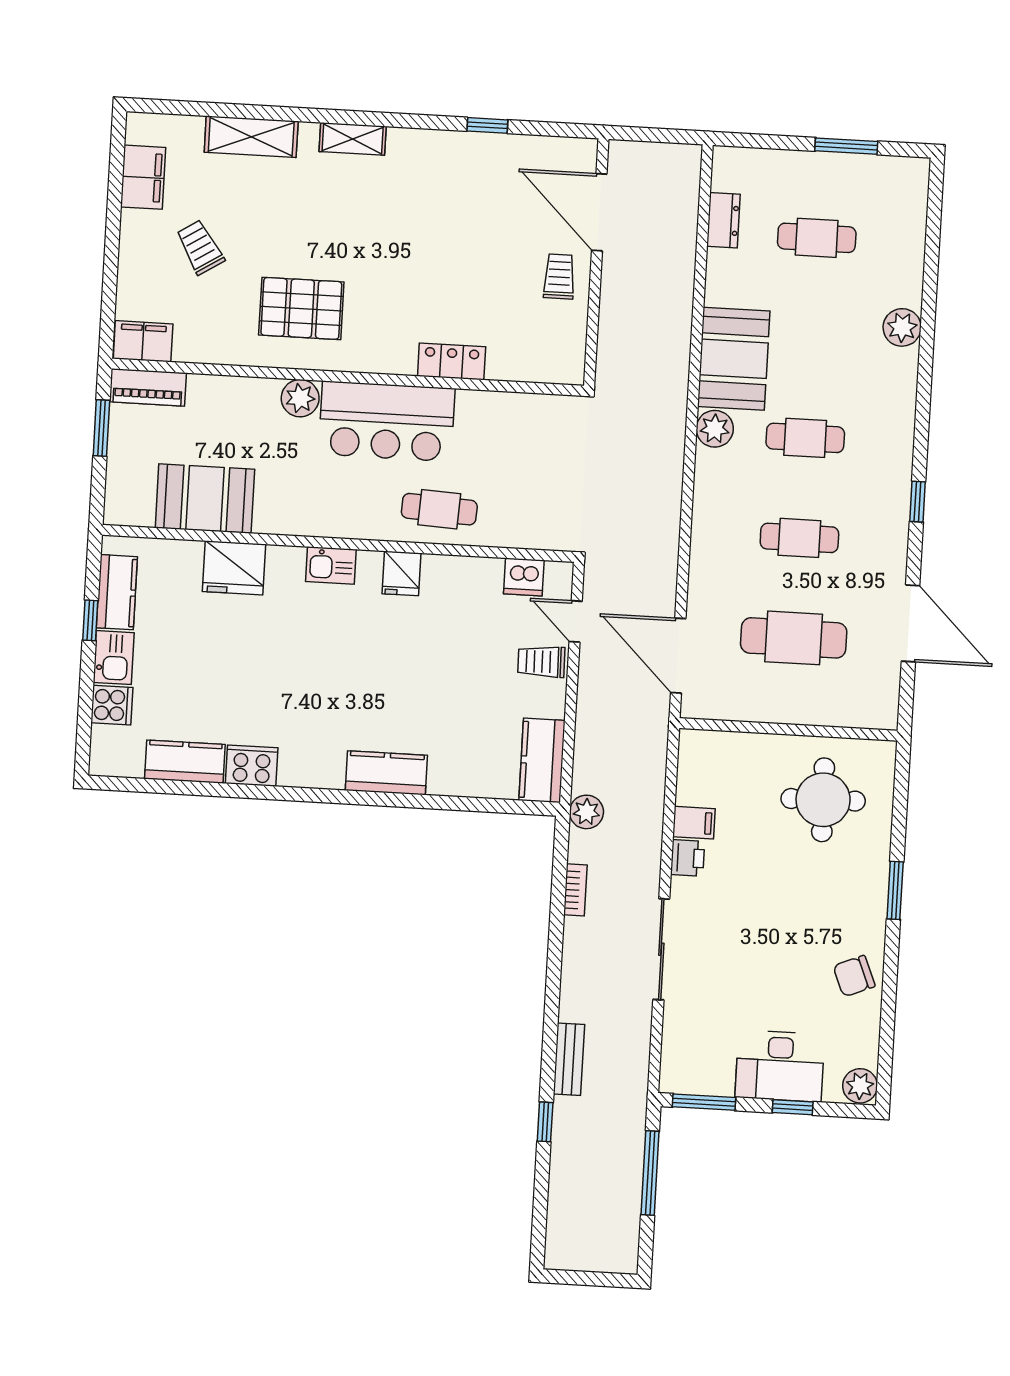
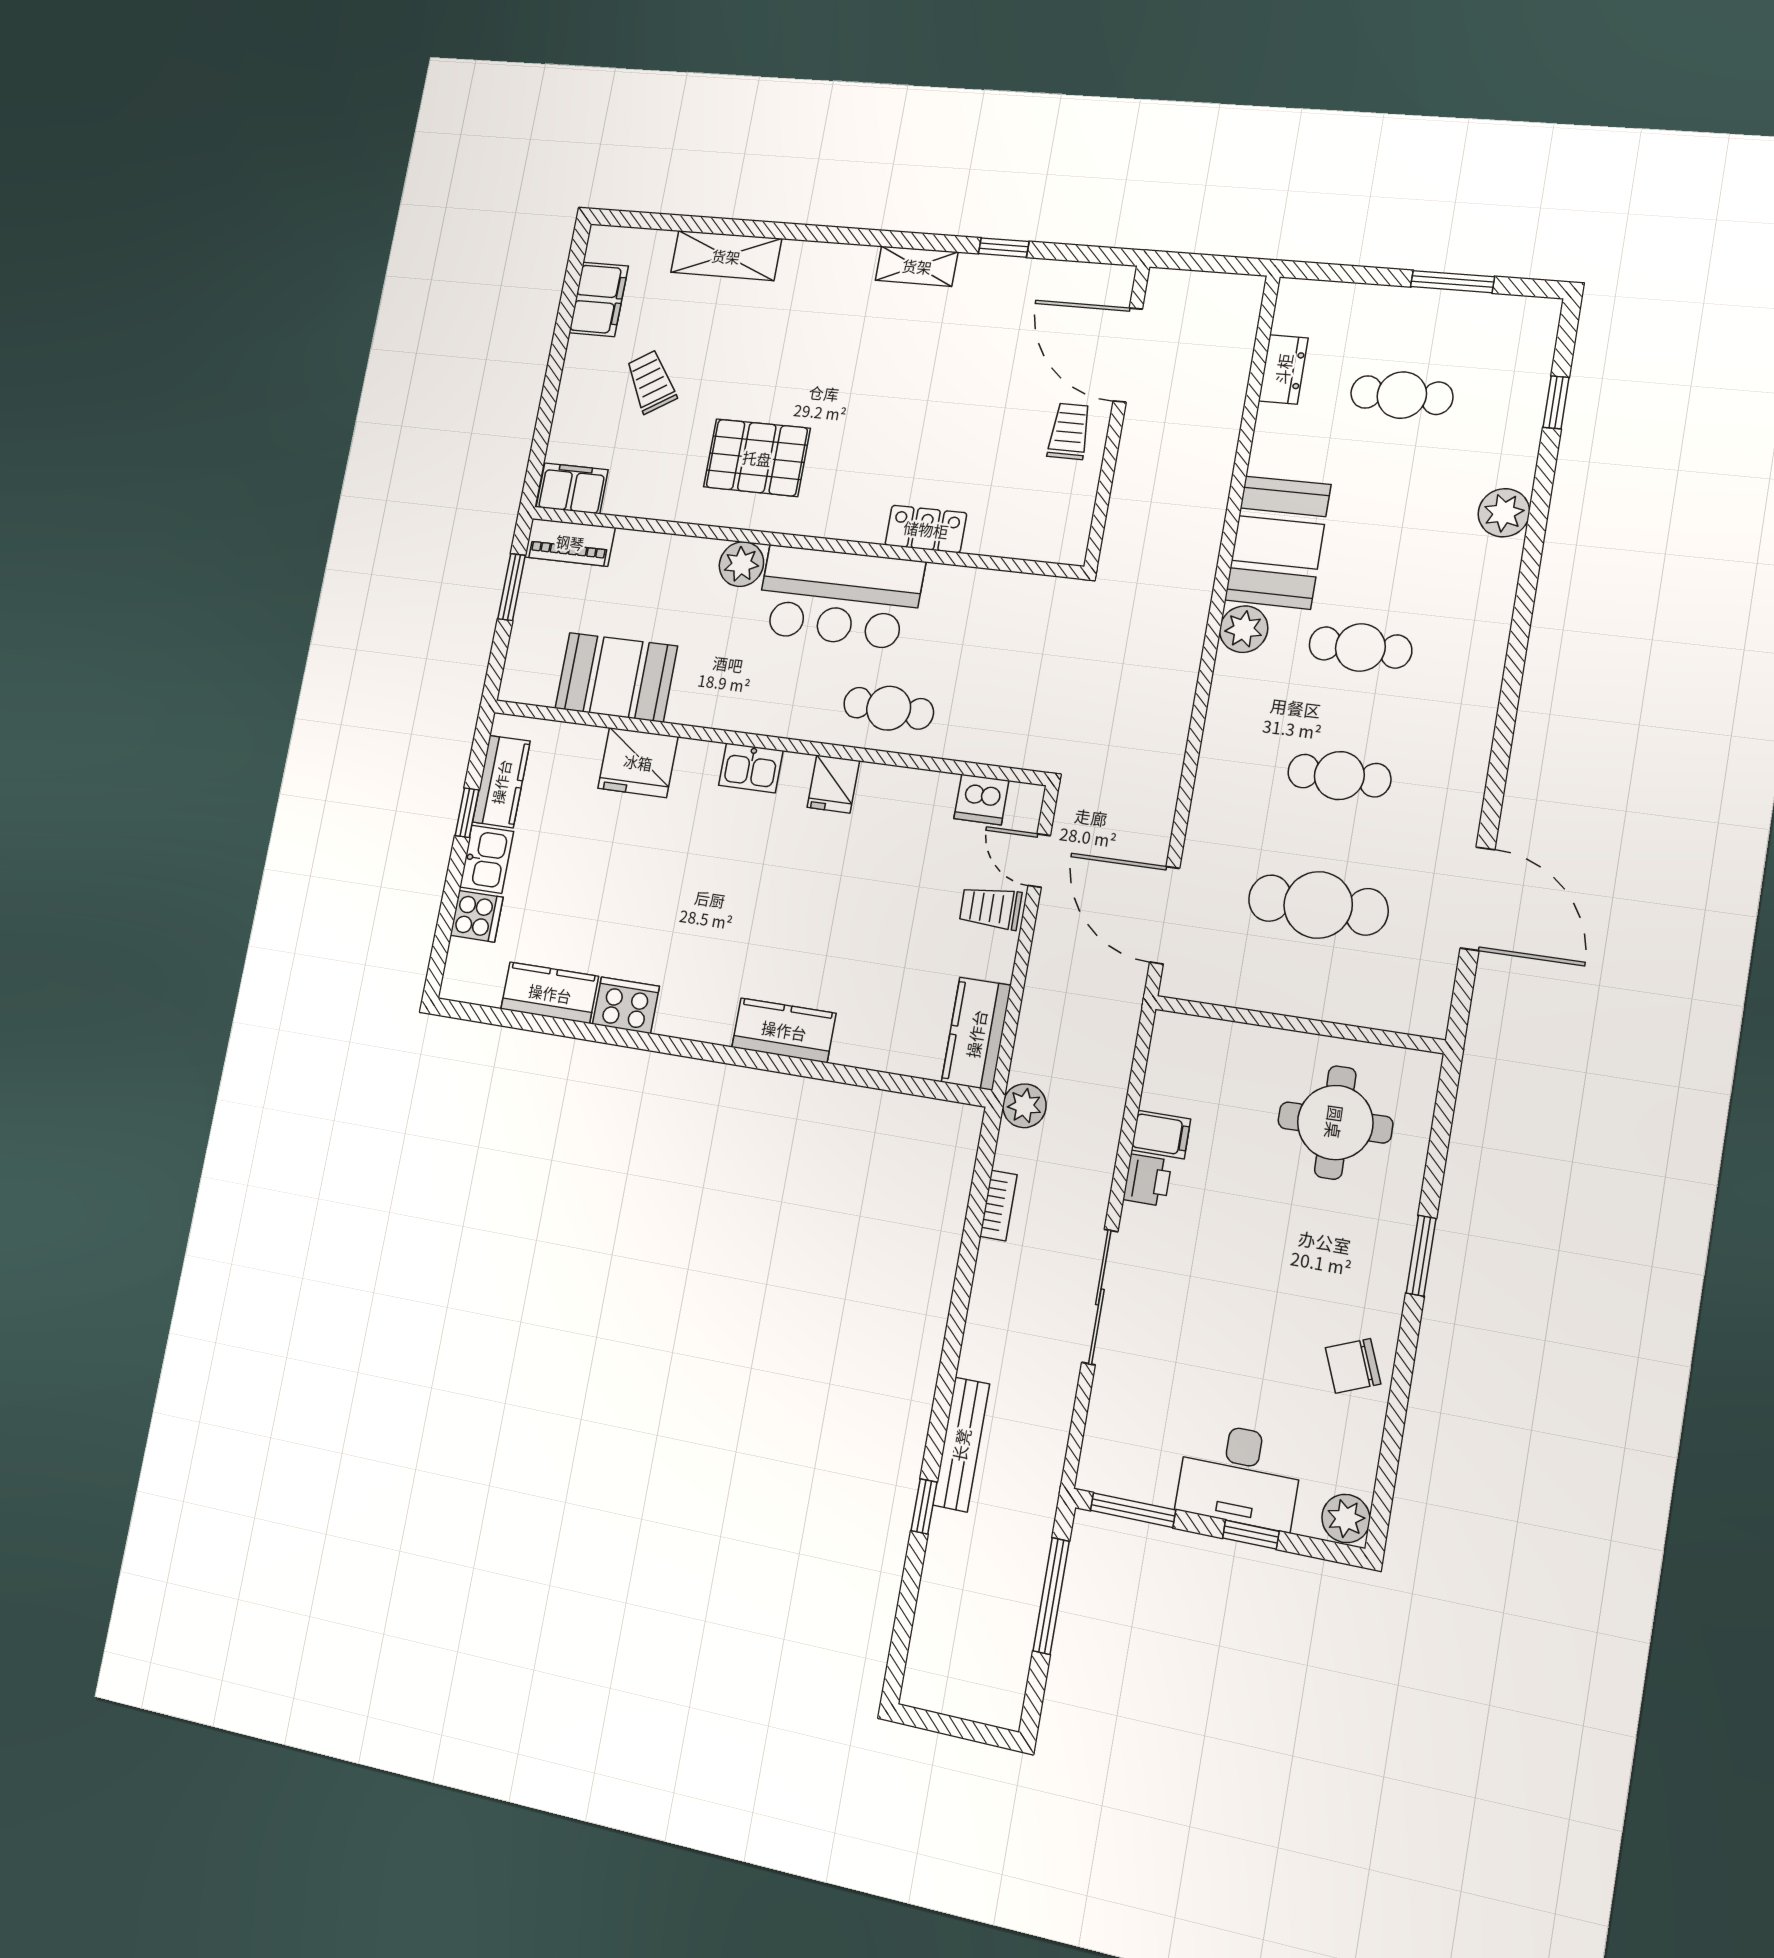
shelving: (353, 139) -> (917, 266), moved
window: (918, 502) -> (1556, 402), moved
bench: (569, 1059) -> (961, 1445), width x1.36

